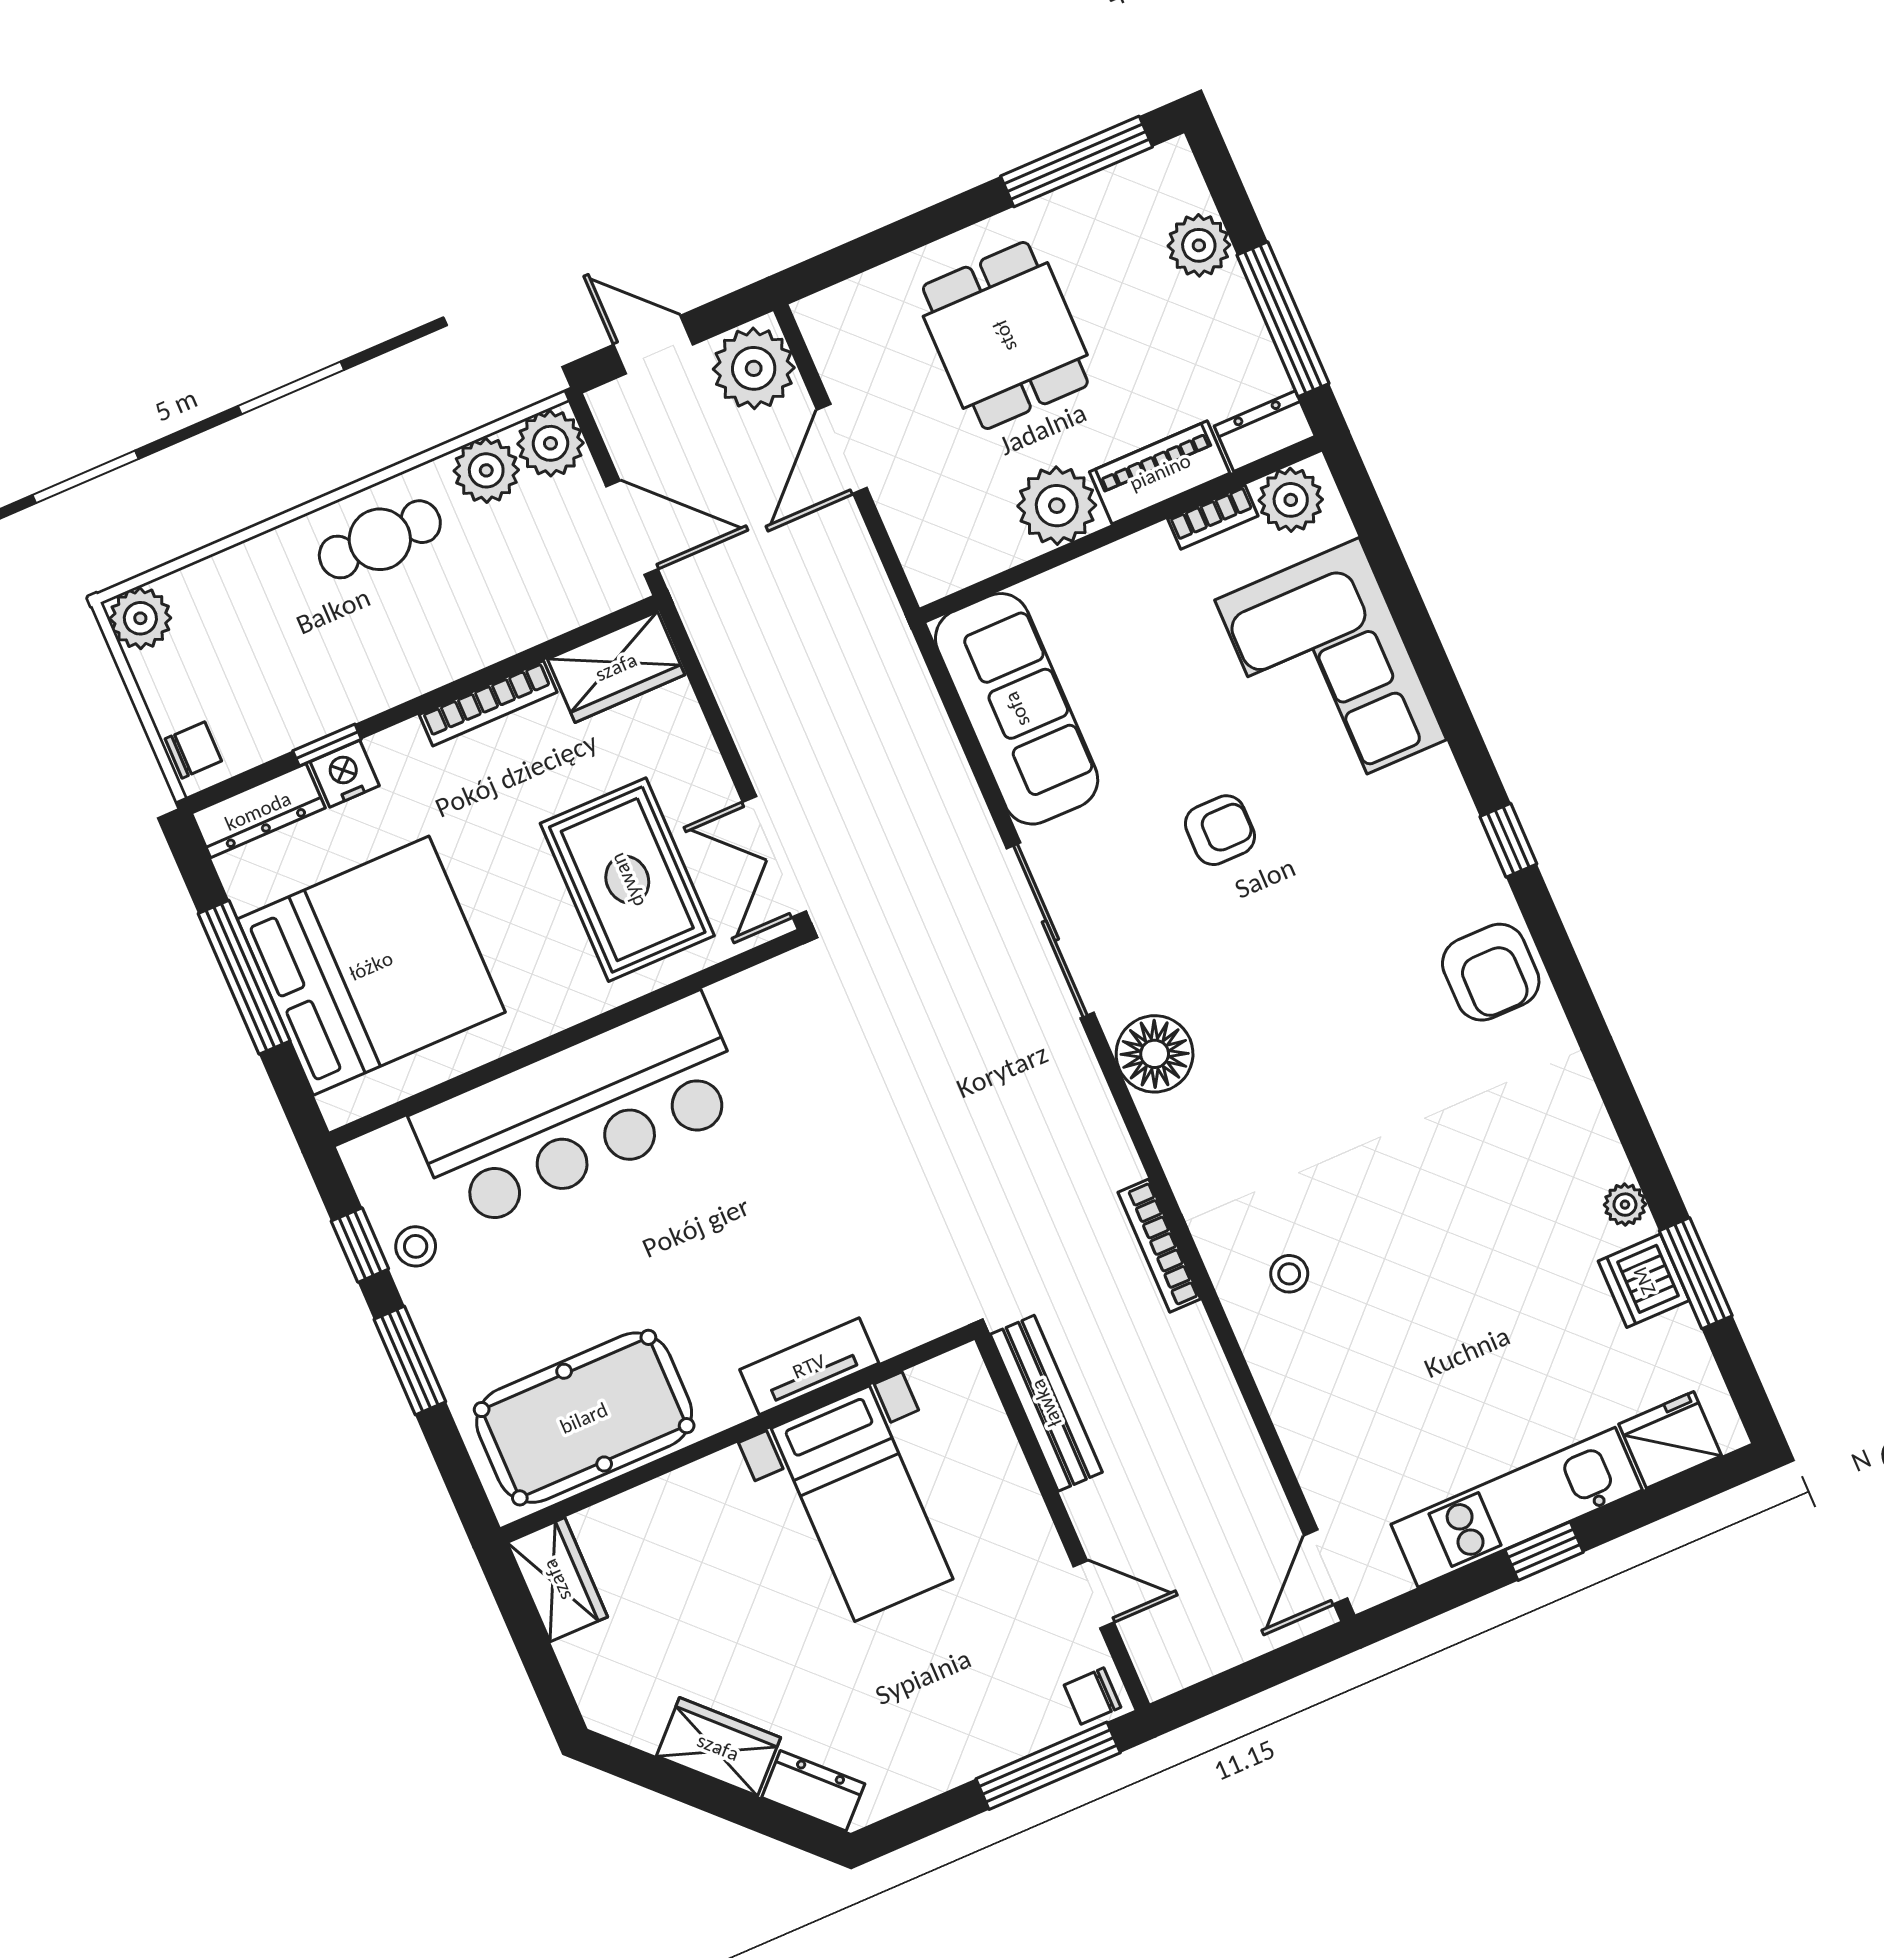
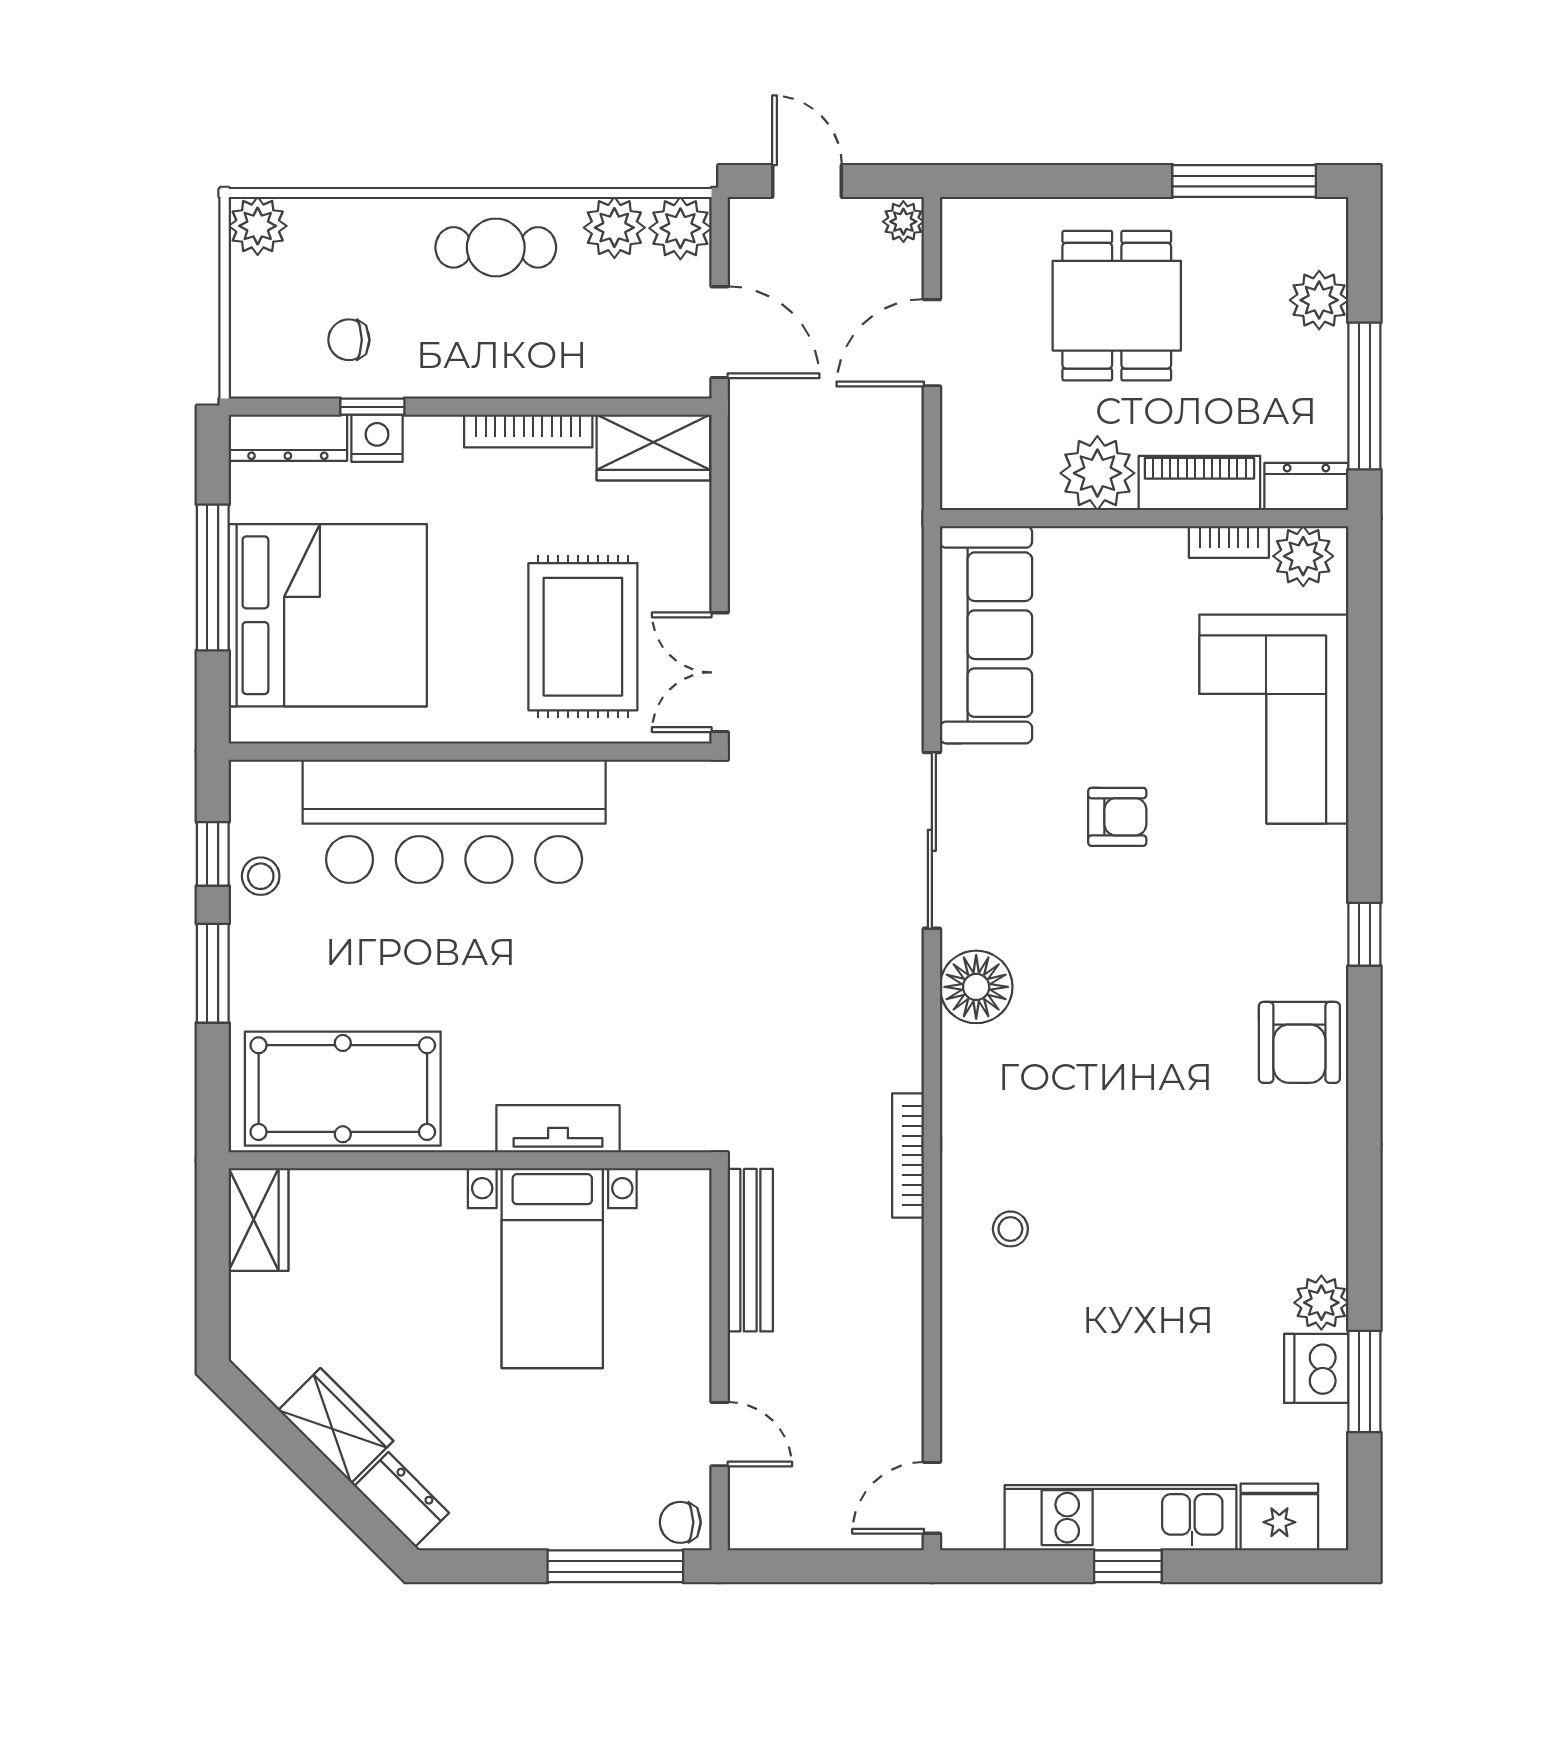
plant: (754, 368) -> (903, 222), width x0.53, depth x0.53
chair: (193, 750) -> (349, 340), moved, turned 180
plant: (1625, 1205) -> (1321, 1303), width x1.38, depth x1.38

